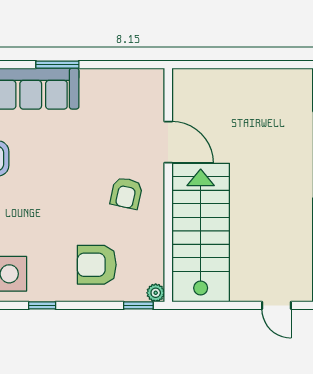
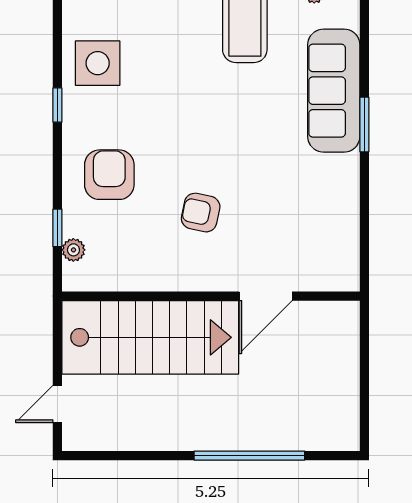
door: (168, 142) -> (266, 296), moved
wall: (168, 185) -> (211, 296), moved
stairs: (201, 233) -> (150, 337), moved

